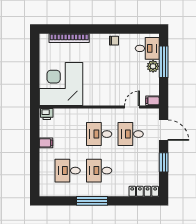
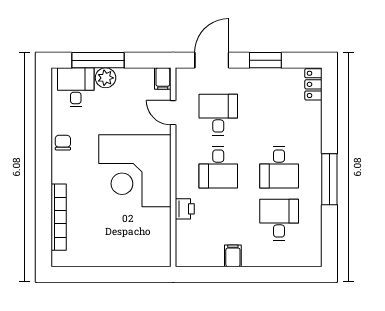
corner desk: (61, 84) -> (135, 171), moved
printer: (47, 114) -> (185, 209), moved
desk: (131, 134) -> (218, 115), turned 180
desk: (68, 171) -> (279, 220), turned 180
locker: (144, 191) -> (313, 84), width x0.66

